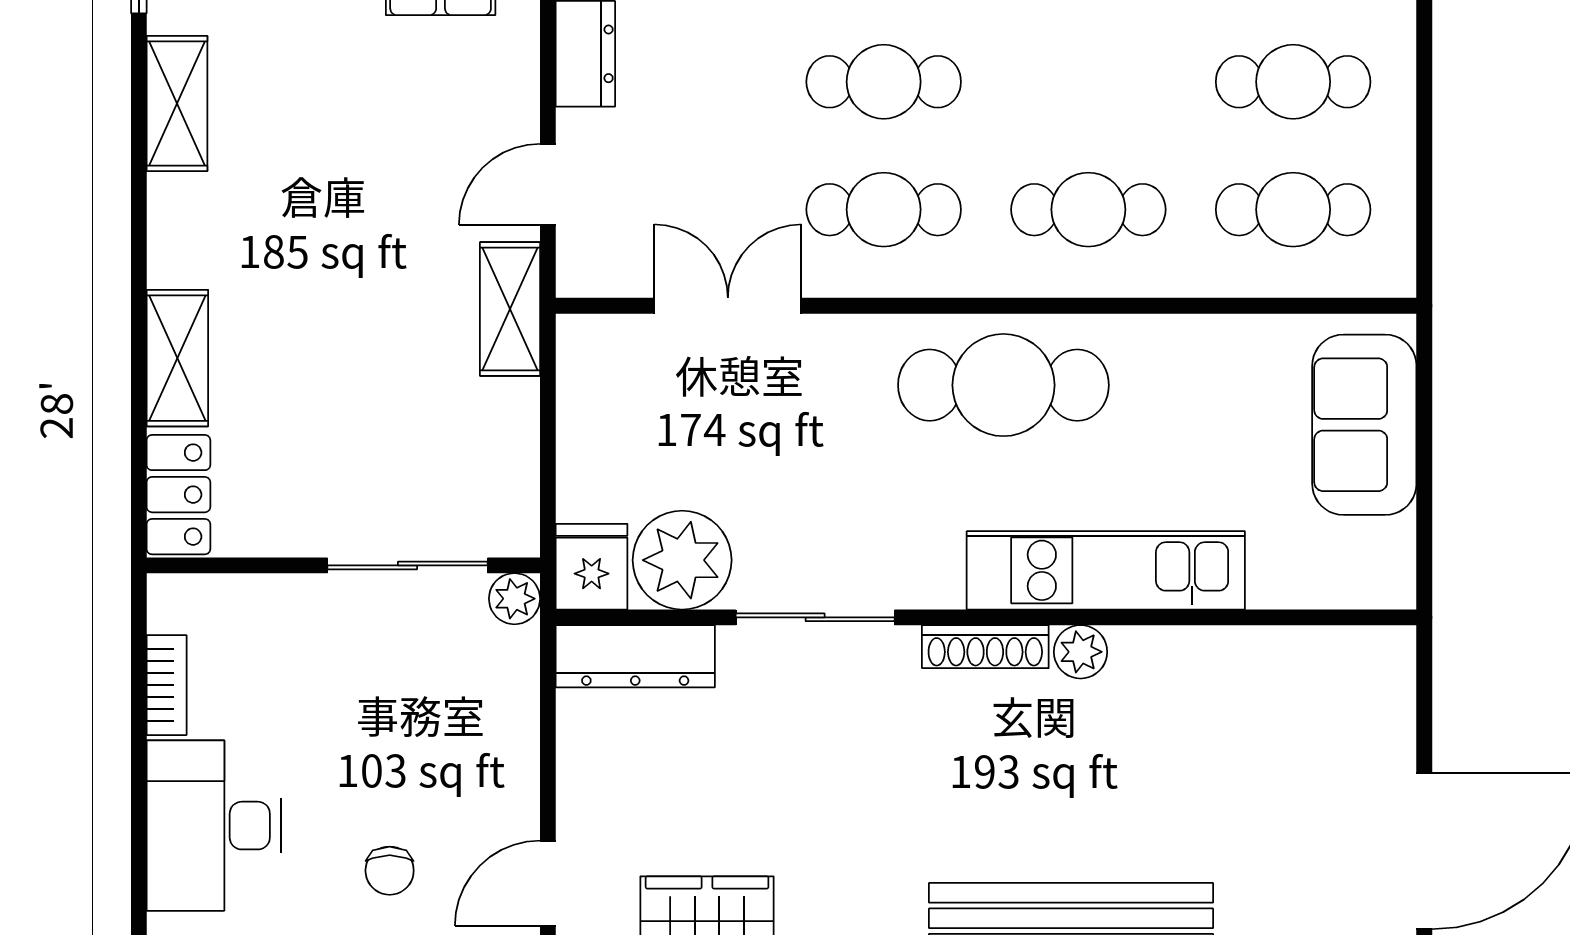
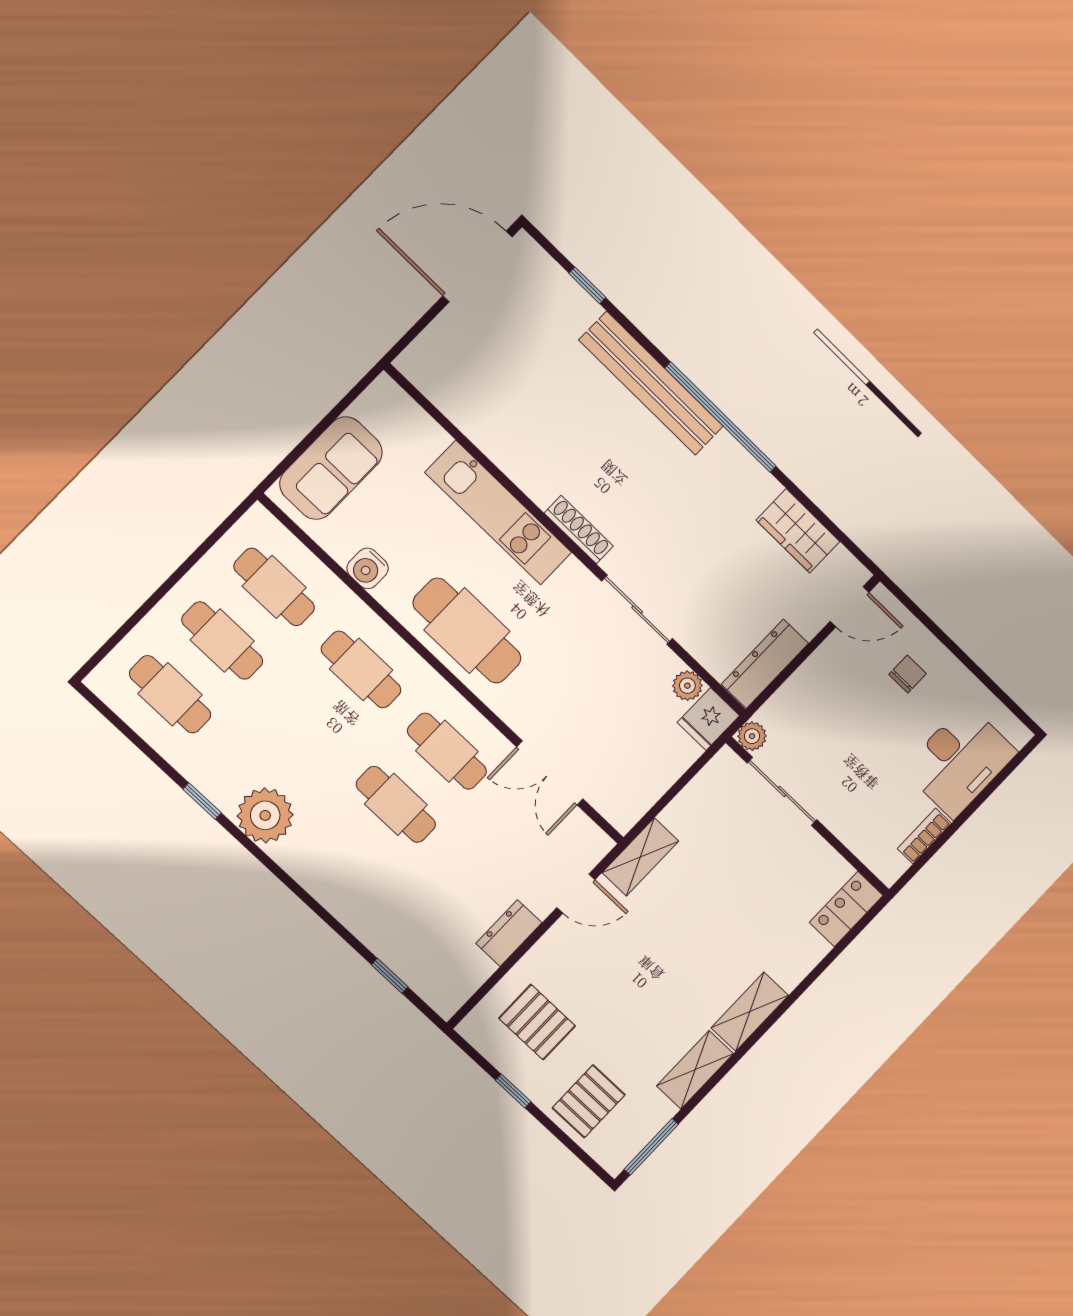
water cooler: (1201, 344) -> (368, 568), added
shelving: (177, 358) -> (750, 1012), moved
plant: (682, 560) -> (687, 686), width x0.53, depth x0.53
plant: (1081, 652) -> (541, 489), removed
dresser: (635, 656) -> (765, 664), moved, turned -90

